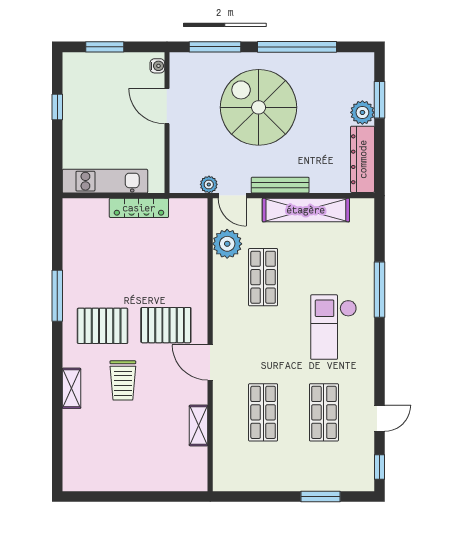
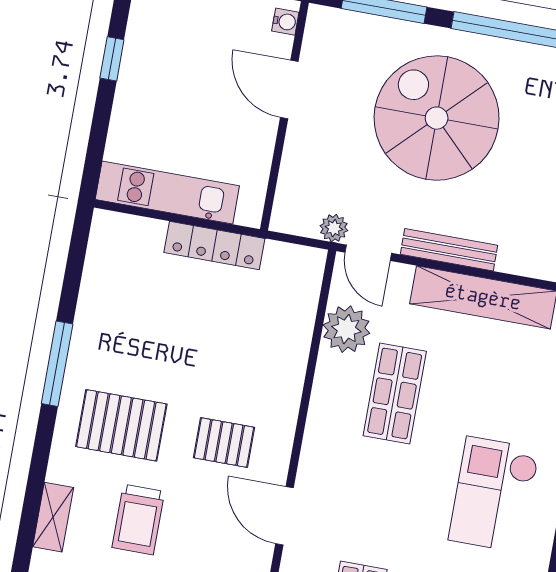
pallet: (166, 325) -> (224, 443), width x0.67, depth x0.71

